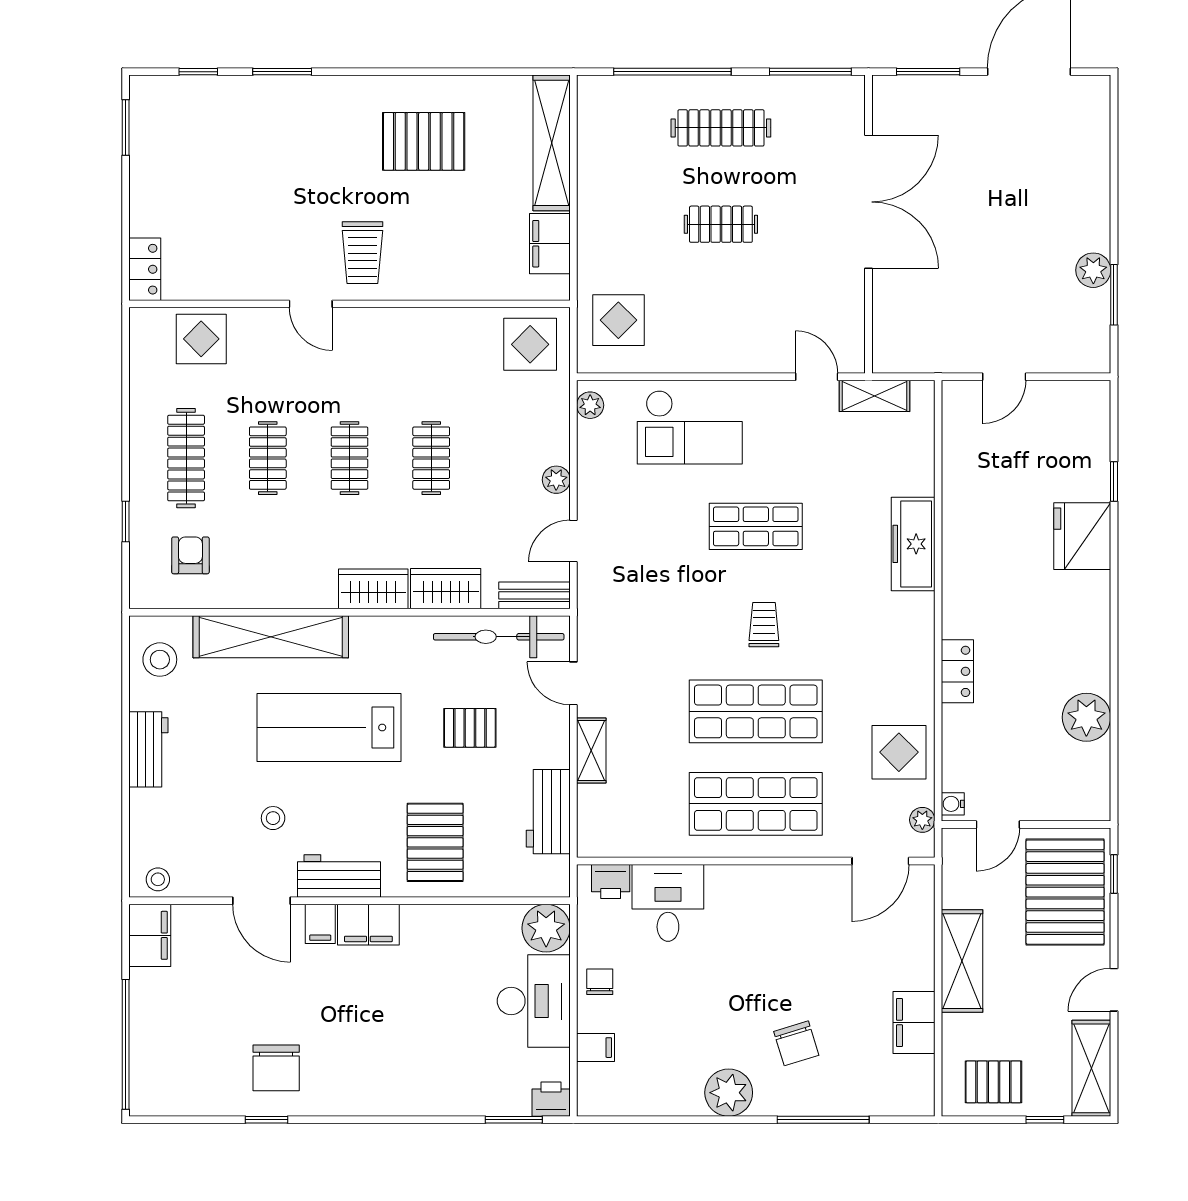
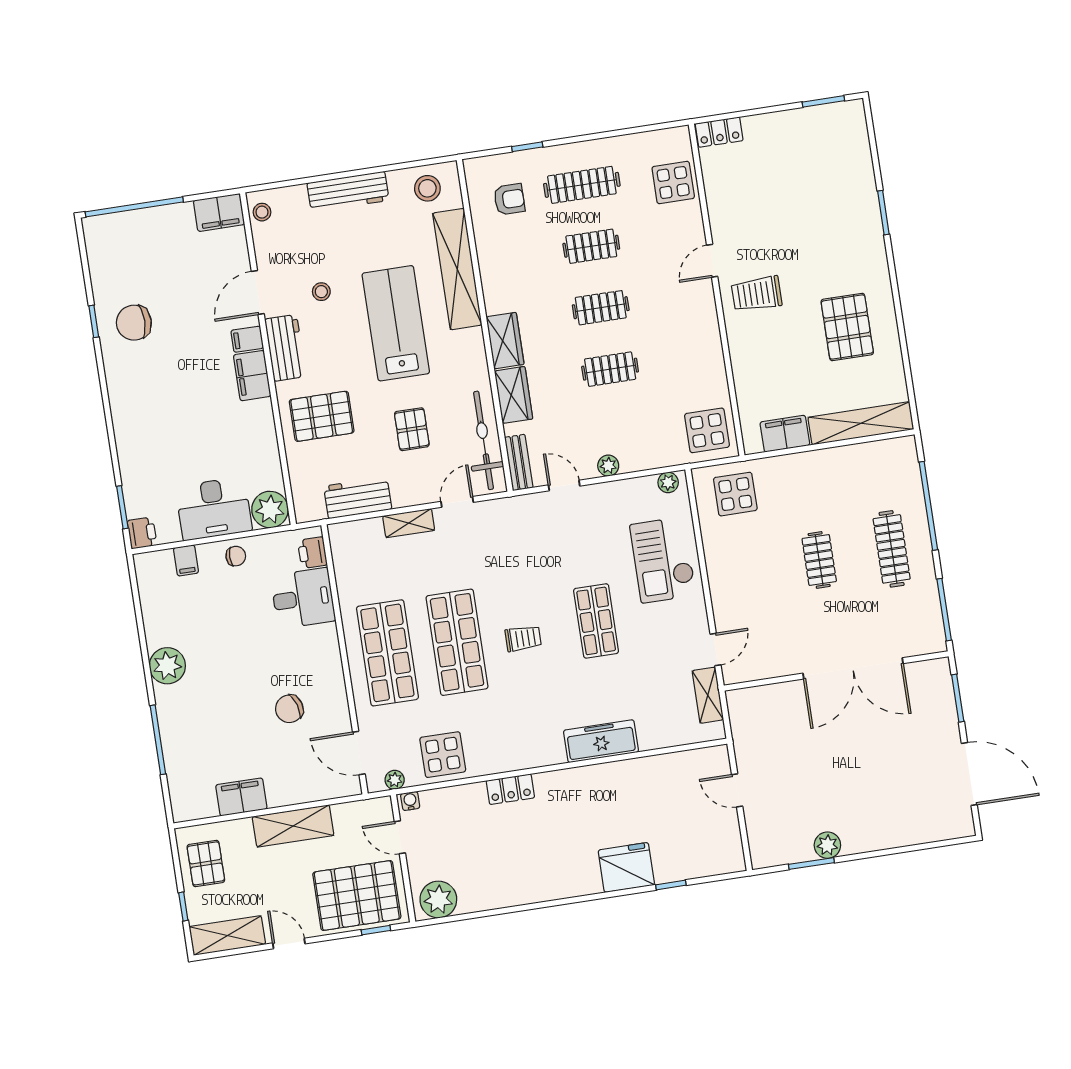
window: (198, 72) -> (874, 150), removed
plant: (1086, 717) -> (438, 899), moved
workbench: (148, 749) -> (348, 192), width x1.38
chair: (796, 1043) -> (289, 709), moved

